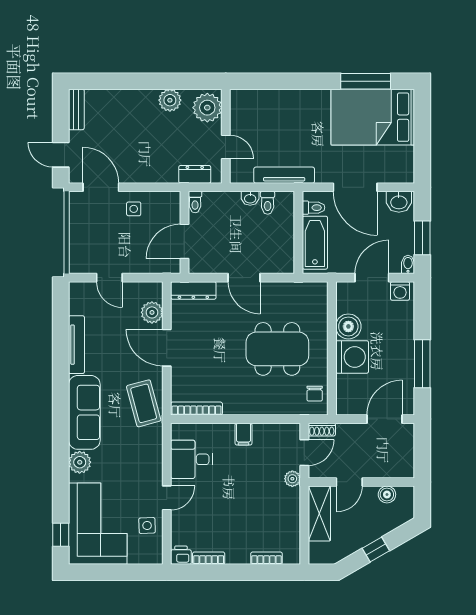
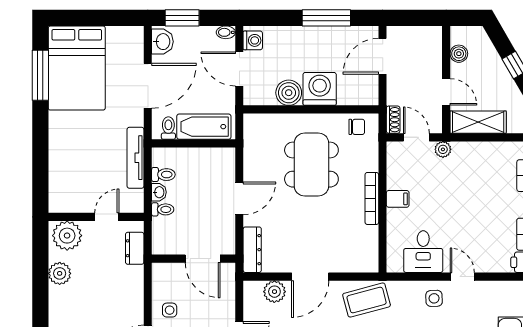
toilet: (195, 202) -> (163, 209), moved
window: (422, 238) -> (182, 18), moved
bookcase: (197, 409) -> (372, 198), moved
door: (384, 419) -> (383, 56), hinge flipped
side table: (147, 525) -> (434, 298), moved

